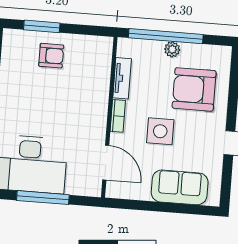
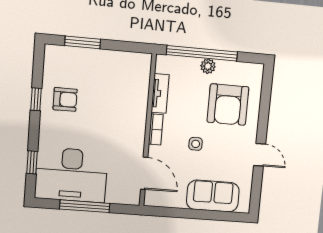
armchair: (51, 56) -> (65, 99), moved
armchair: (194, 89) -> (228, 105), turned -90
side table: (160, 131) -> (196, 144), width x0.54, depth x0.54

